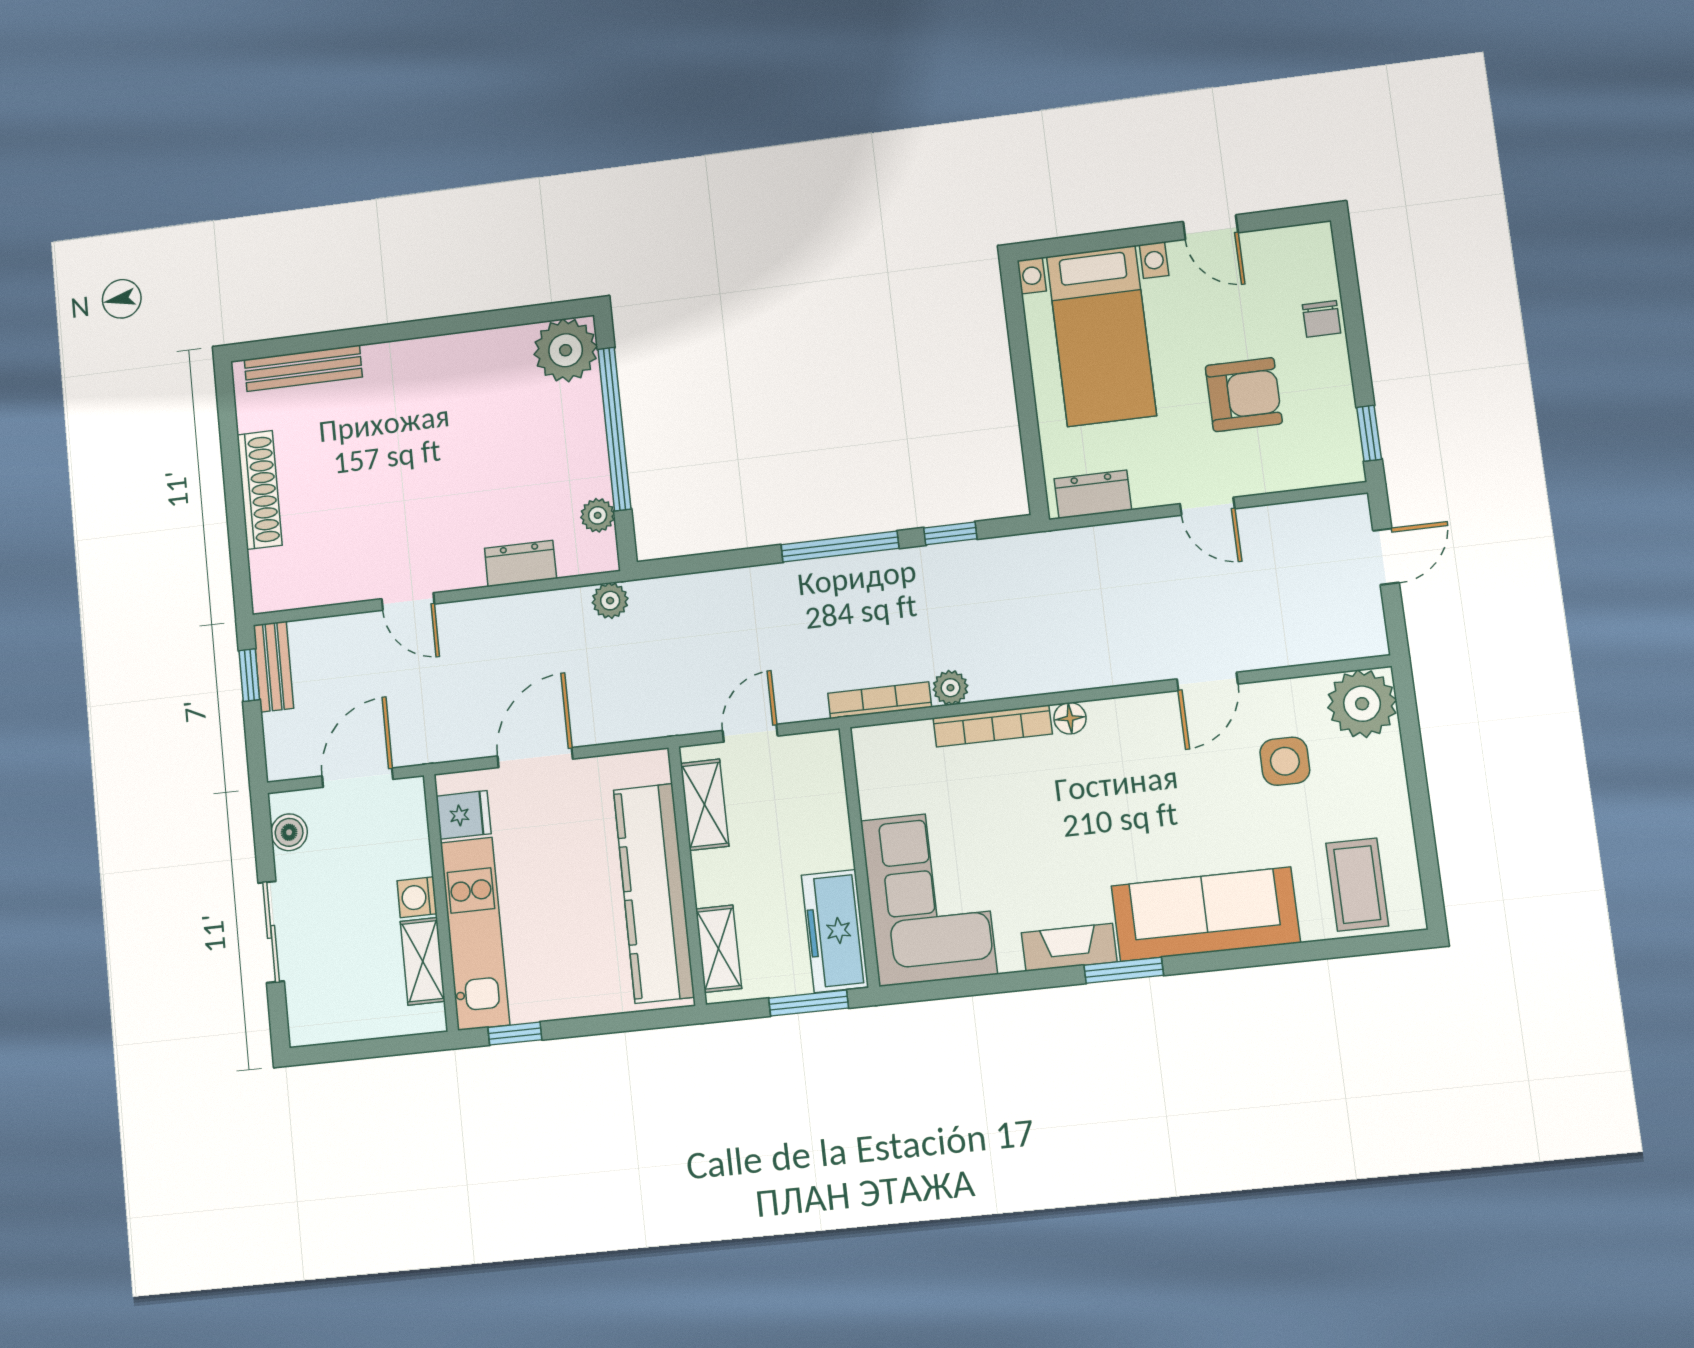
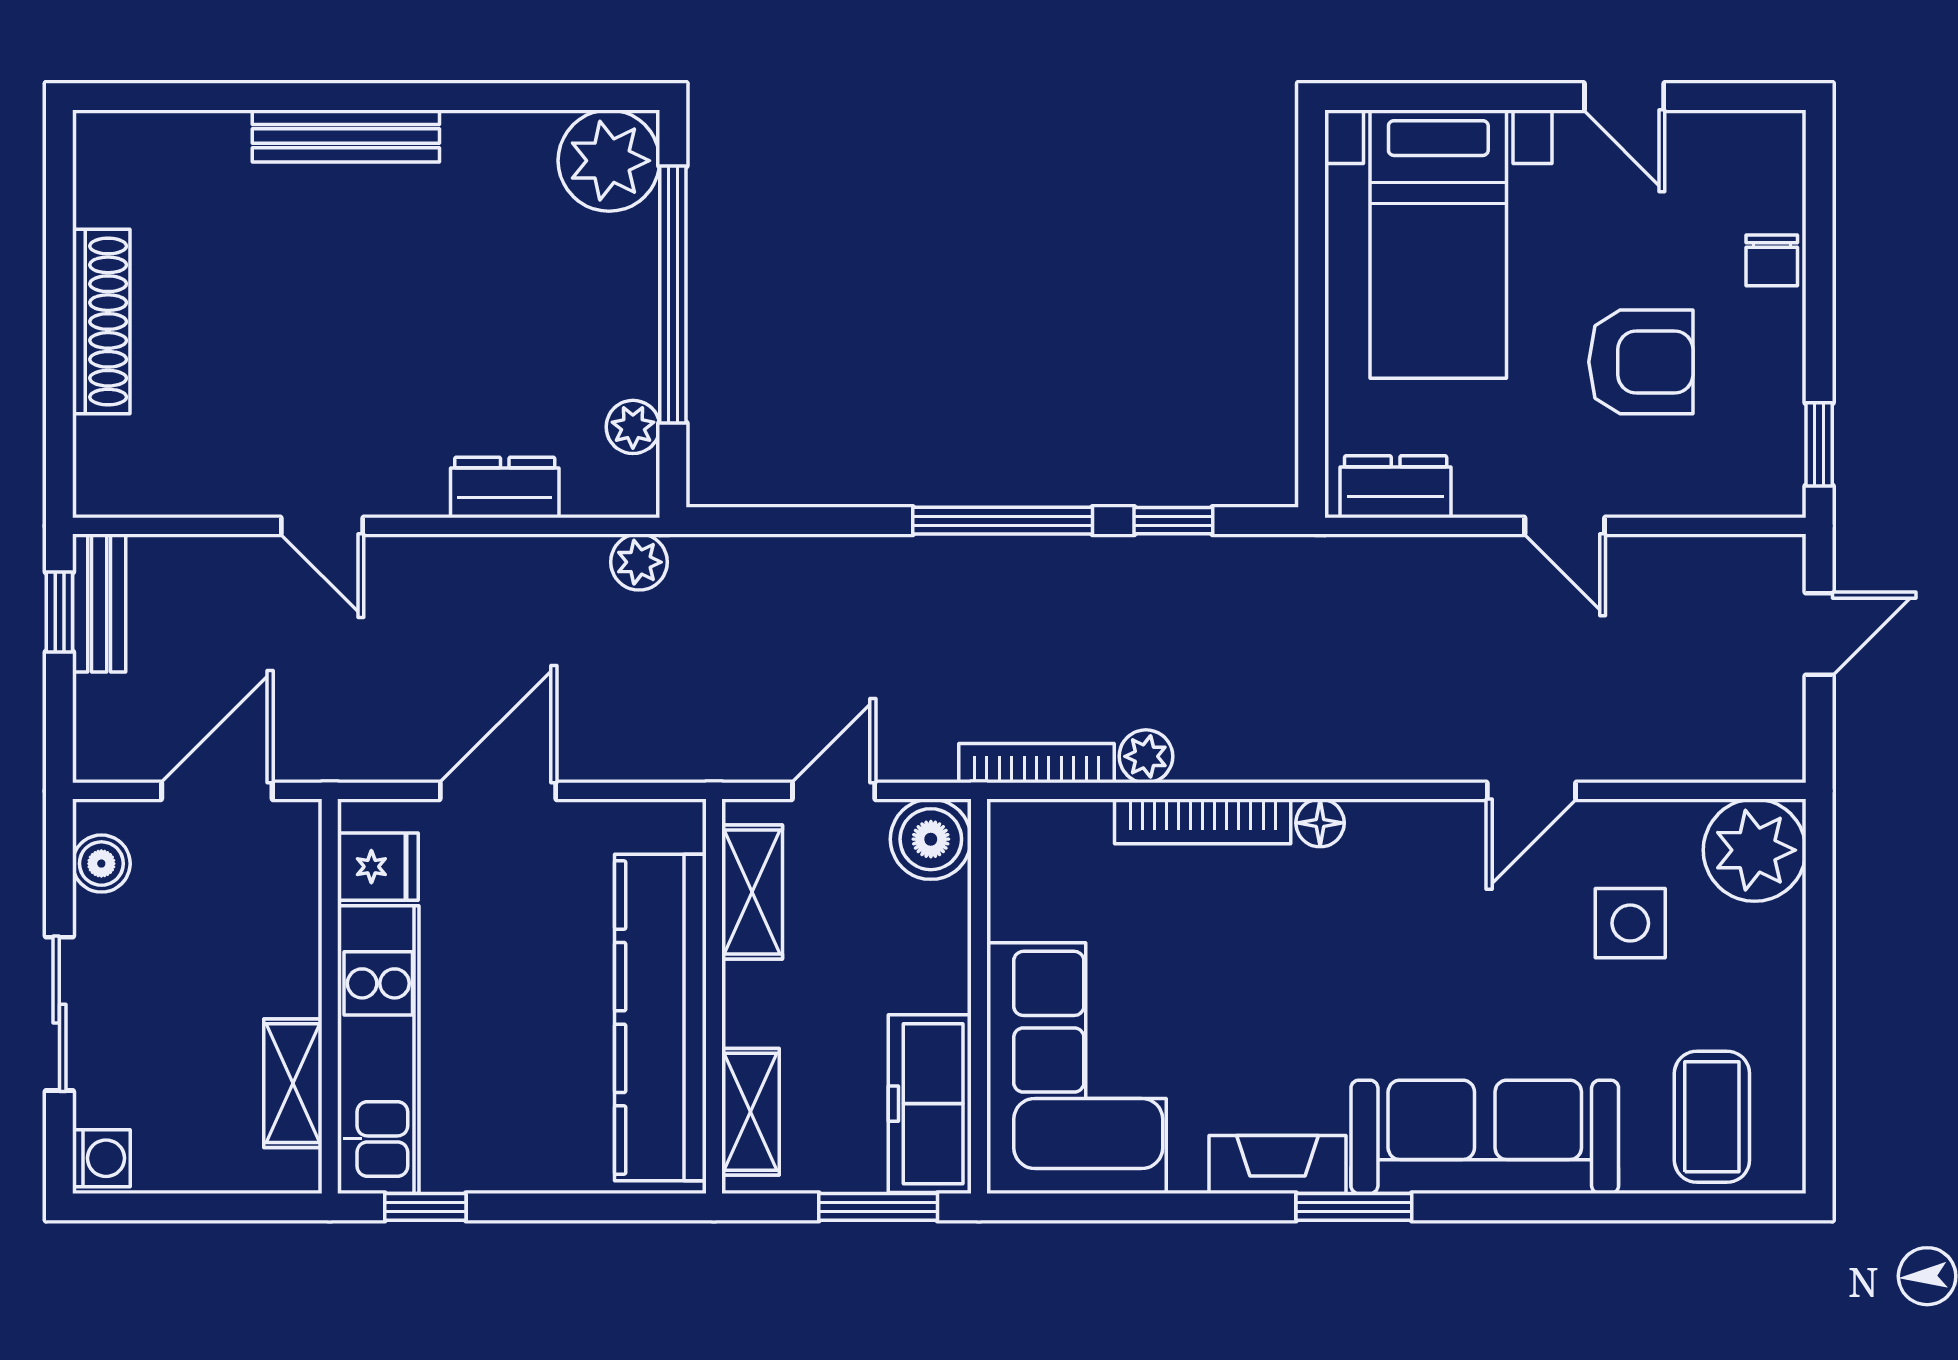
bench: (303, 368) -> (346, 136), moved
boiler: (816, 757) -> (931, 839), added
washing machine: (417, 897) -> (101, 1158), moved, turned 180

